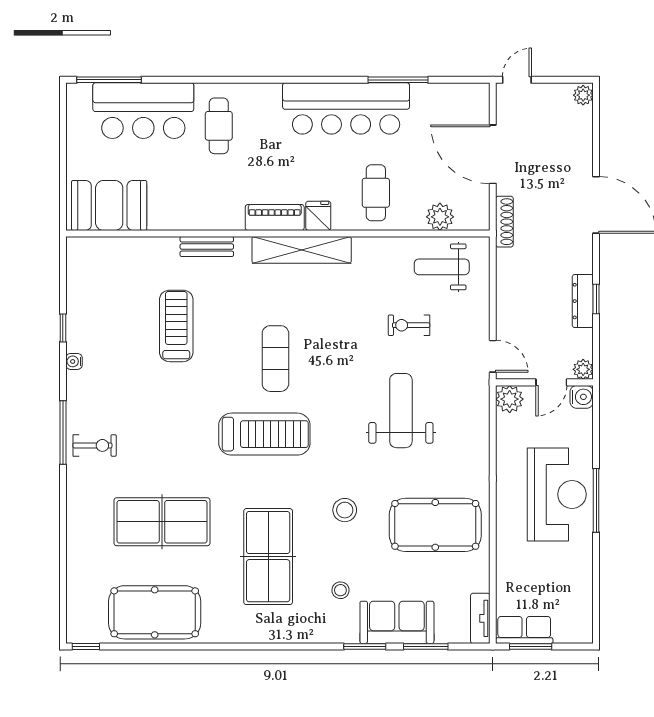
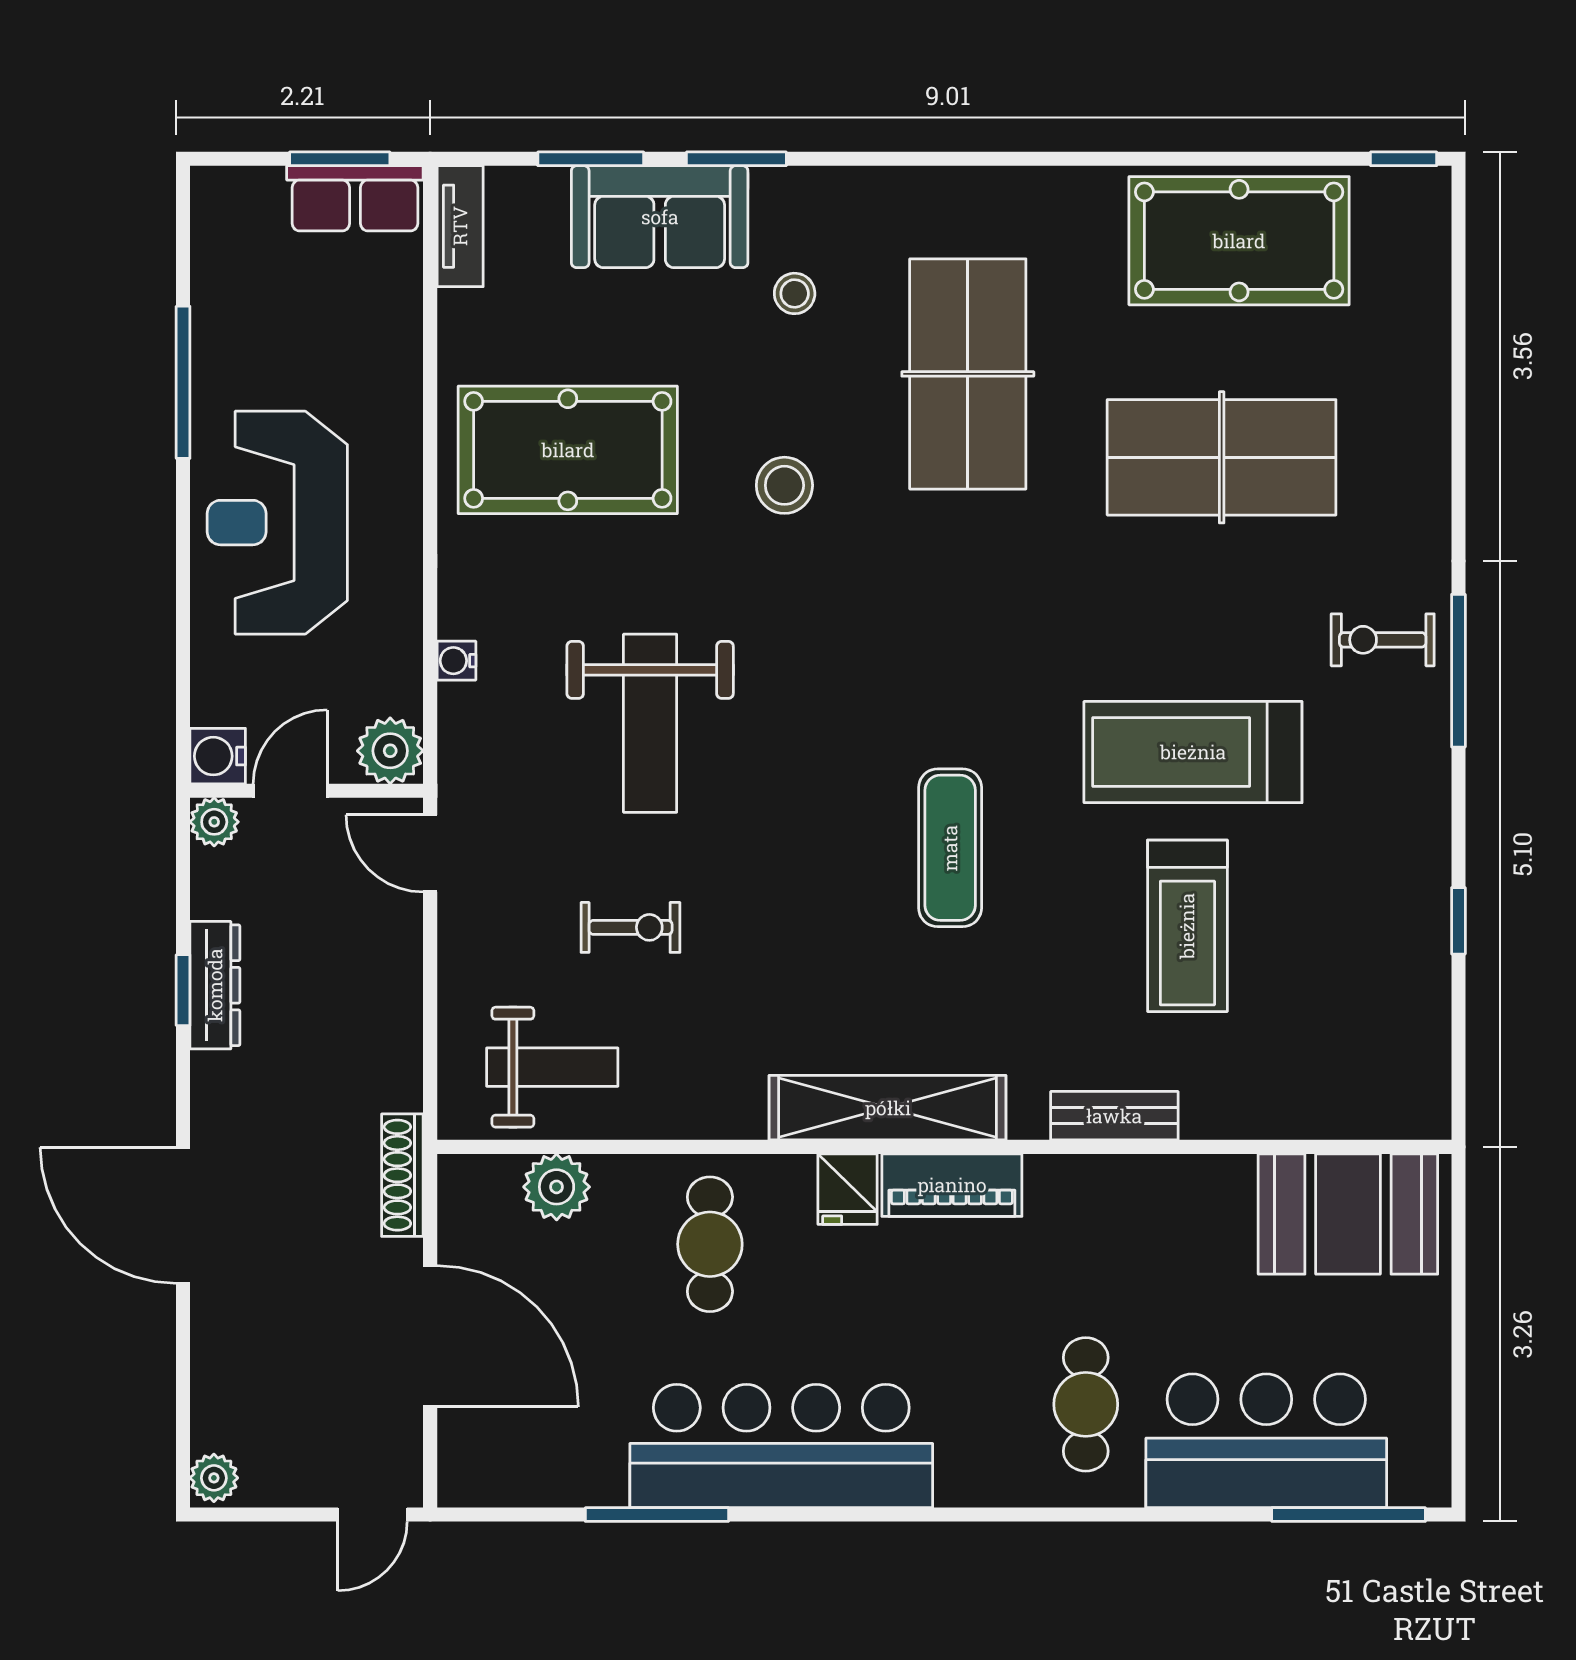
water cooler: (74, 361) -> (456, 661), moved, turned 180
treadmill: (264, 434) -> (1193, 752), moved
window: (596, 500) -> (183, 382), moved

